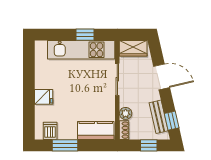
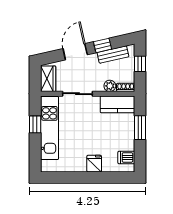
window: (172, 121) -> (102, 45), moved
kitchen counter: (96, 130) -> (117, 104), moved, turned -90
window: (65, 145) -> (140, 128), moved

